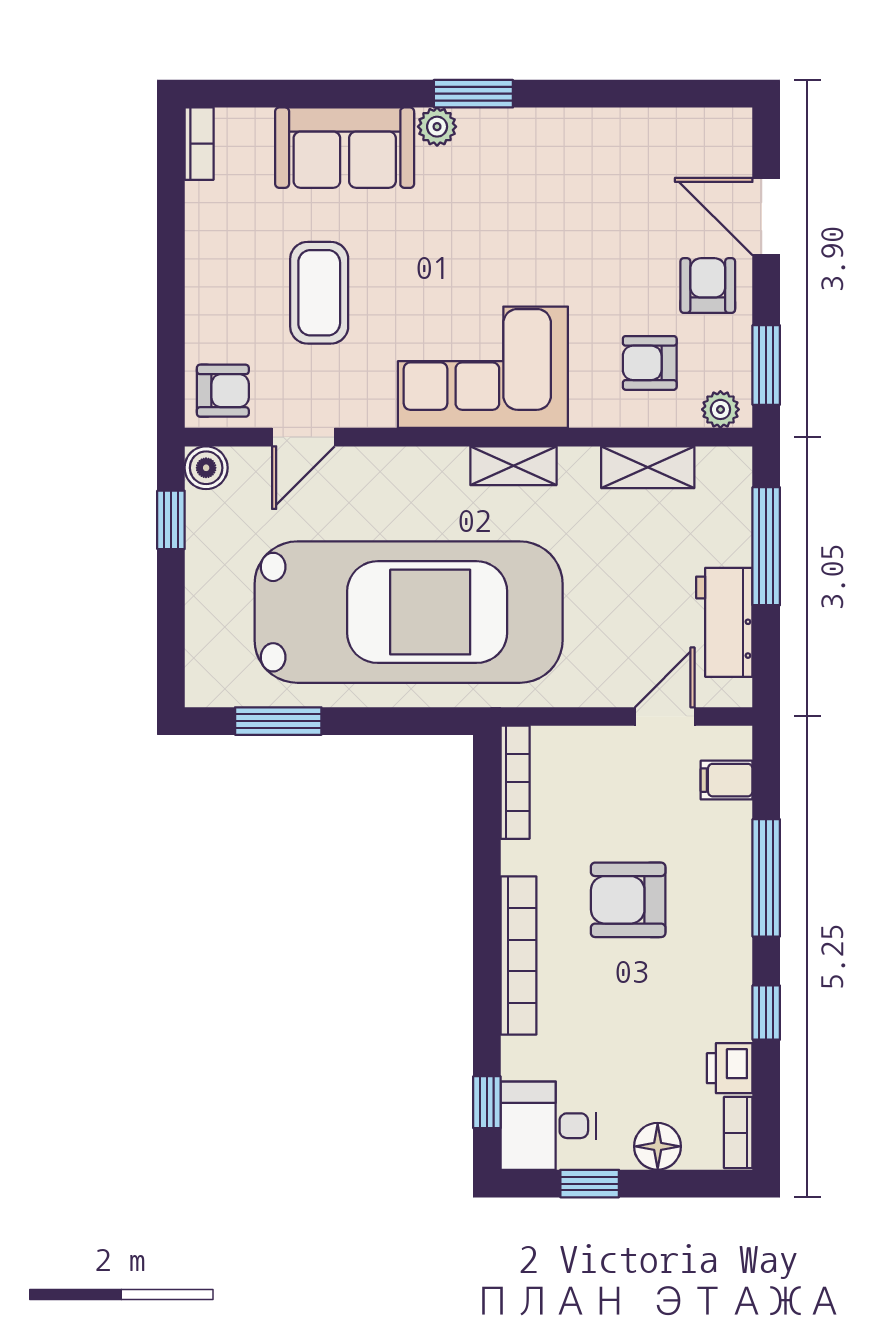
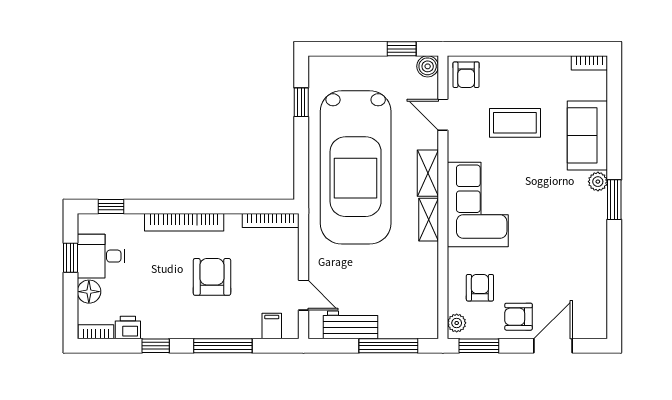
armchair: (708, 286) -> (519, 317), turned 180
shelving: (648, 467) -> (428, 173), moved
window: (278, 721) -> (301, 102), width x0.67
desk: (548, 1126) -> (101, 256), moved, turned -90

